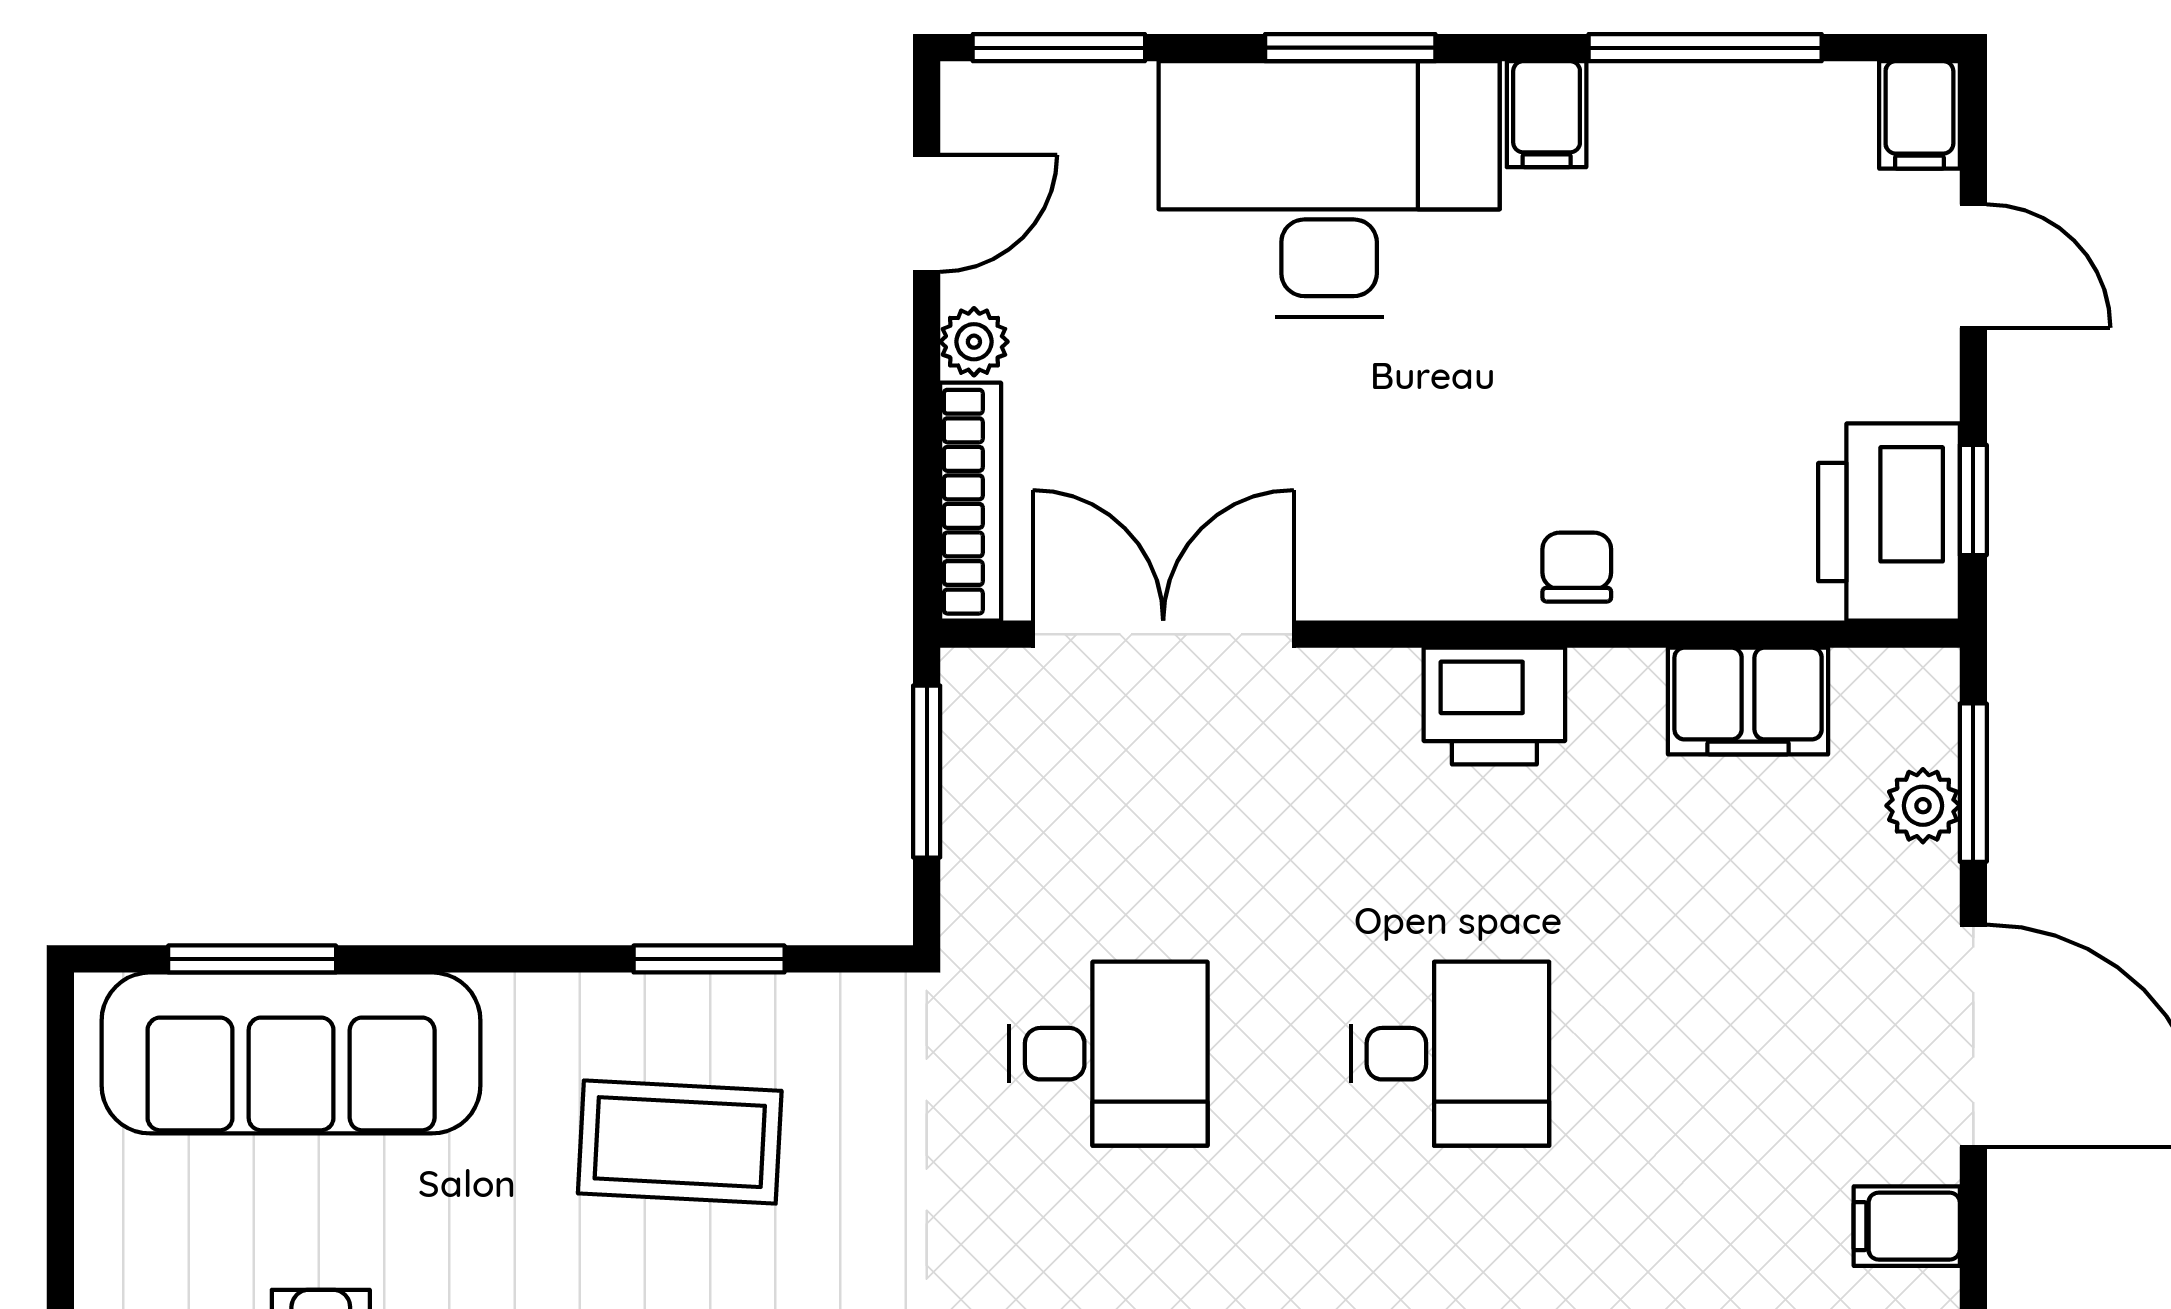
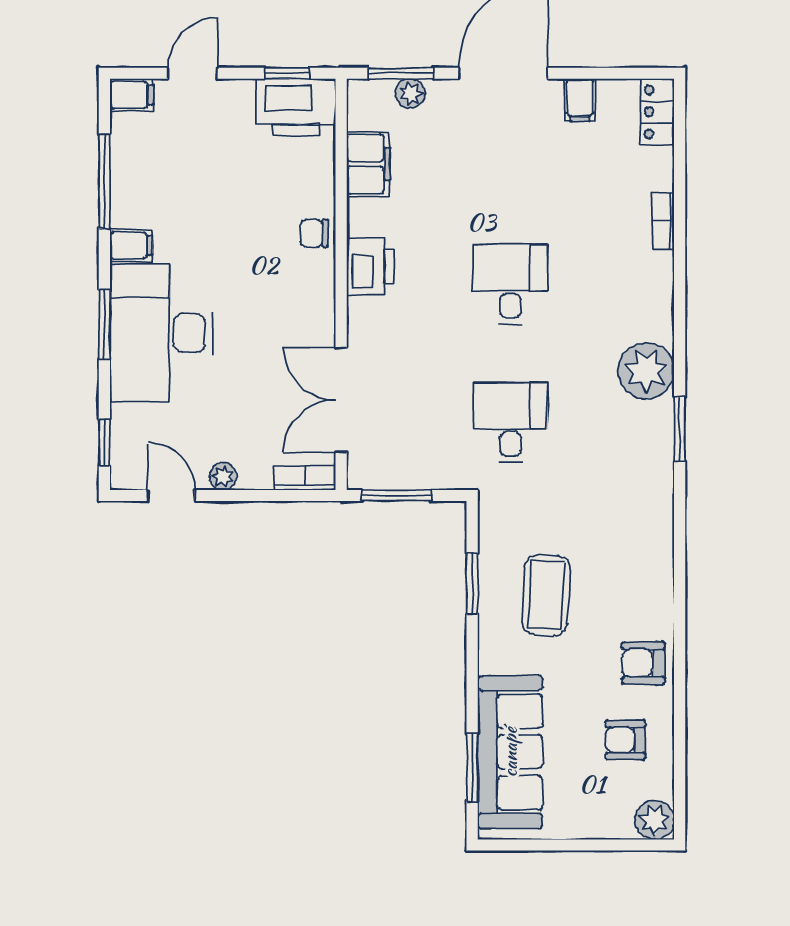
window: (1059, 48) -> (104, 442), width x0.67
bookcase: (971, 502) -> (305, 478), width x0.64

